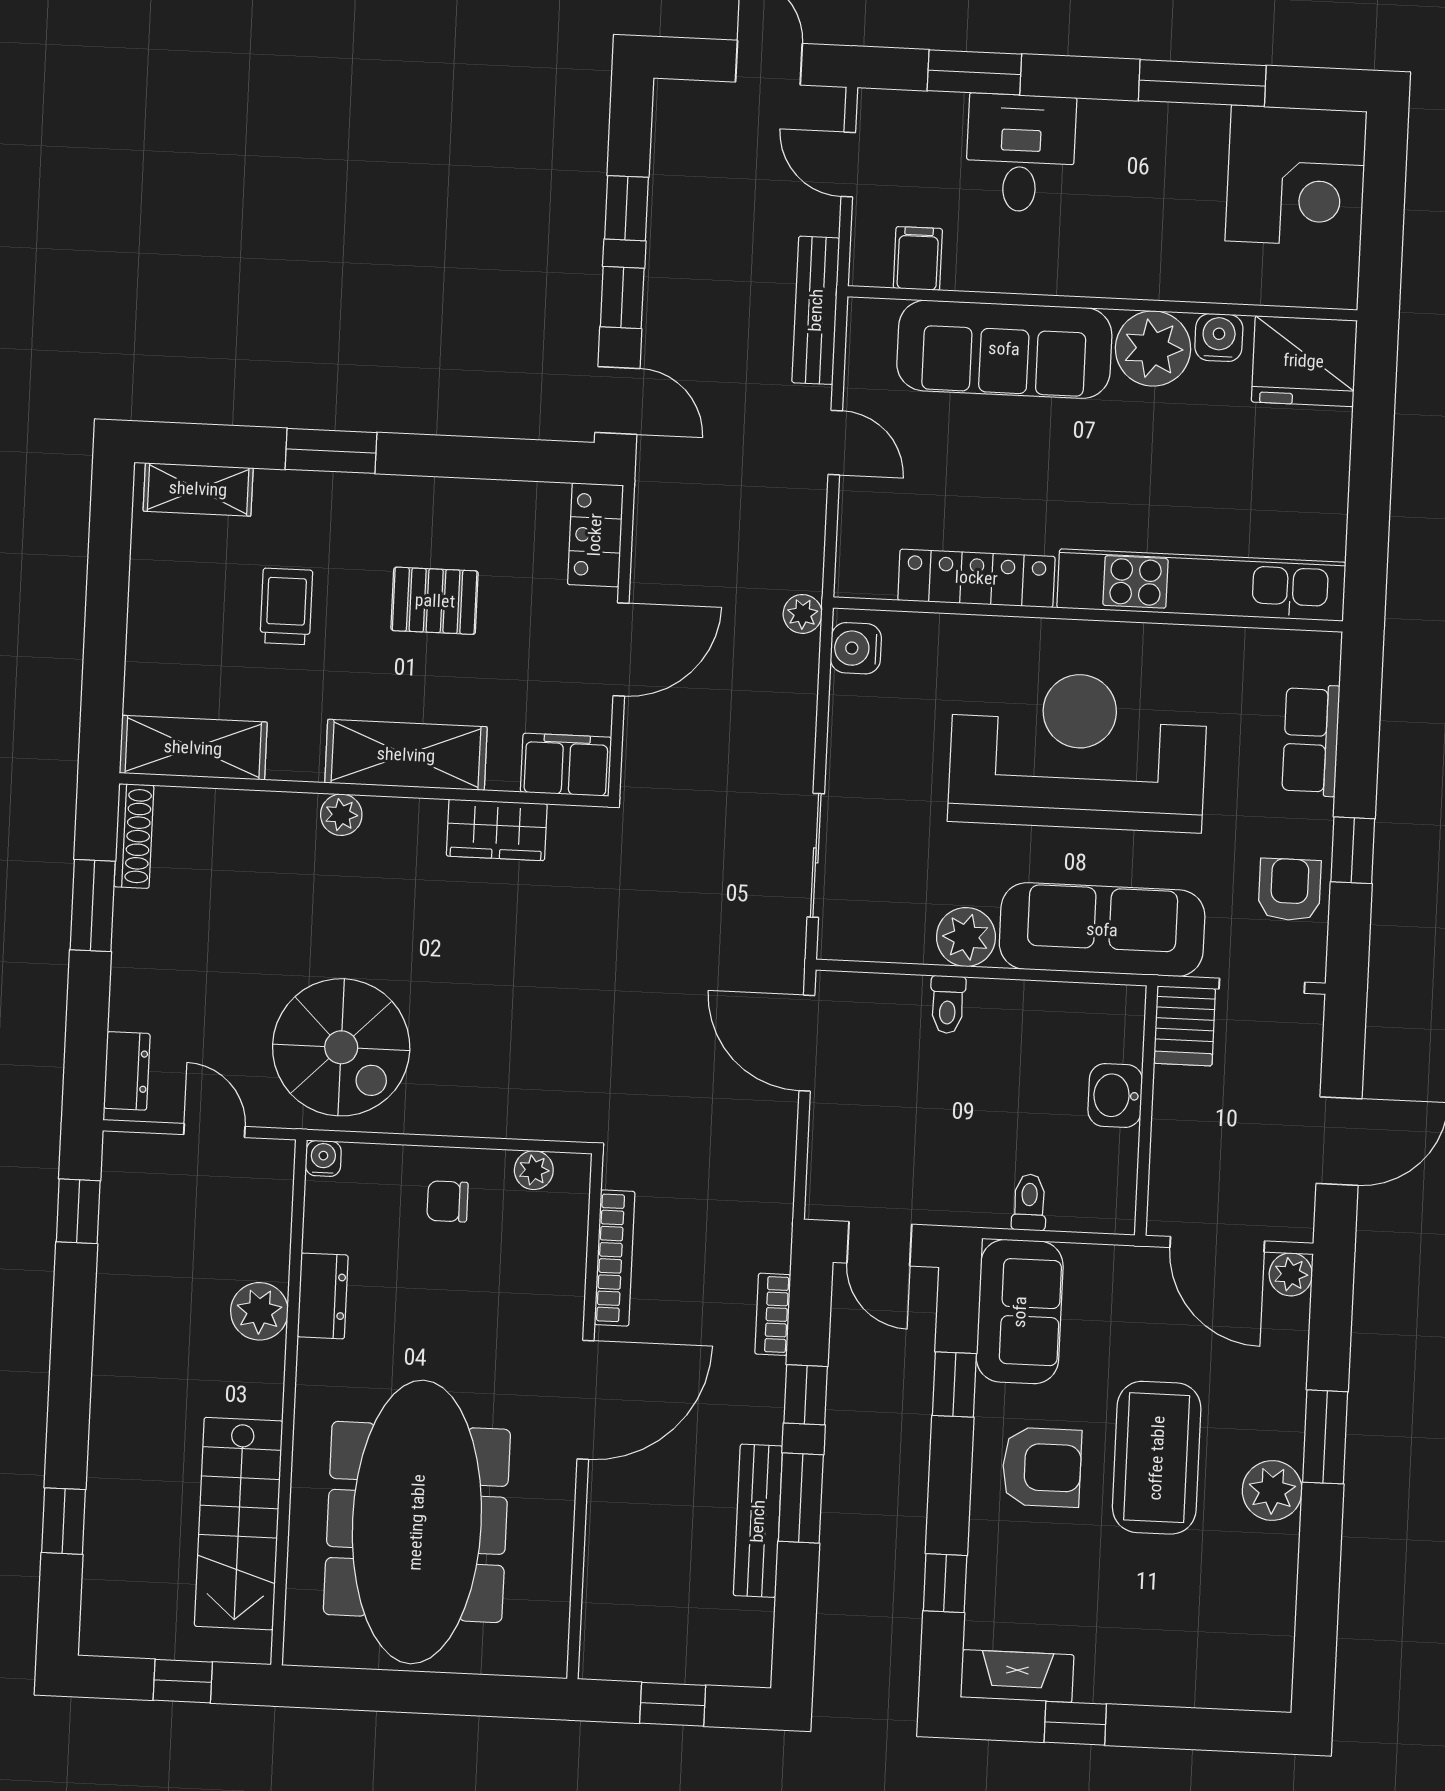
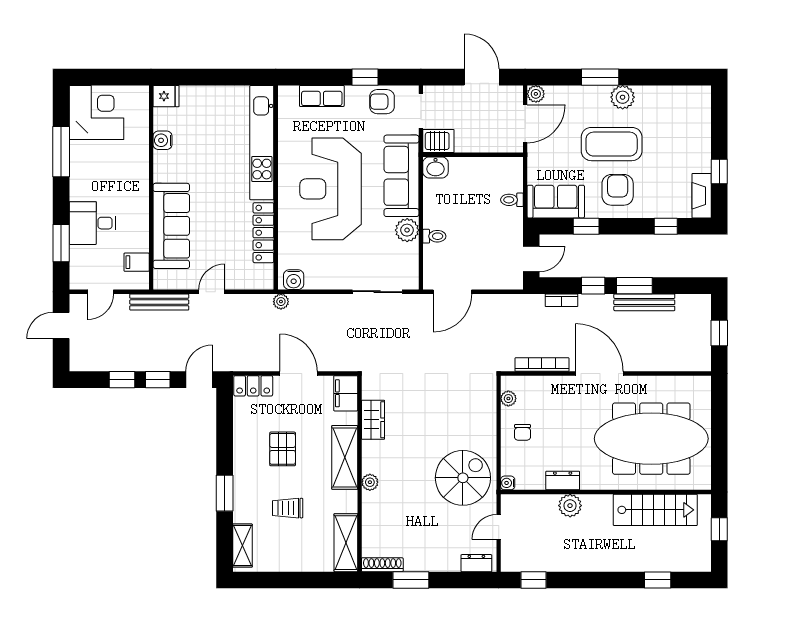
plant: (1153, 348) -> (168, 166), removed
fridge: (1304, 361) -> (166, 96), width x0.53, depth x0.75
washbasin: (1115, 1095) -> (435, 167), moved

